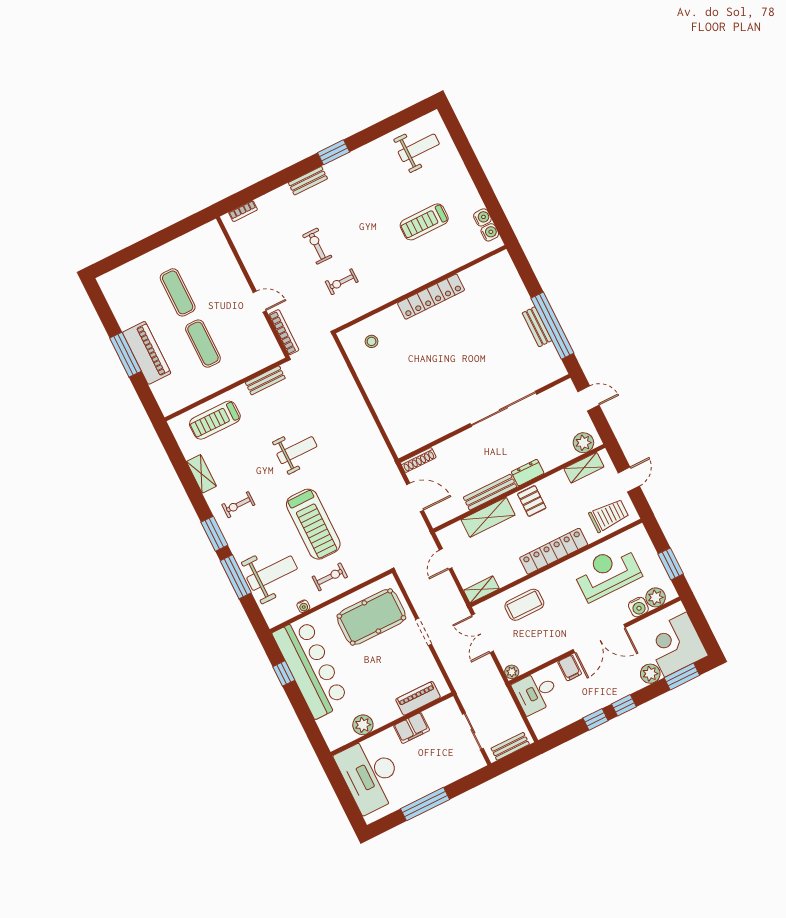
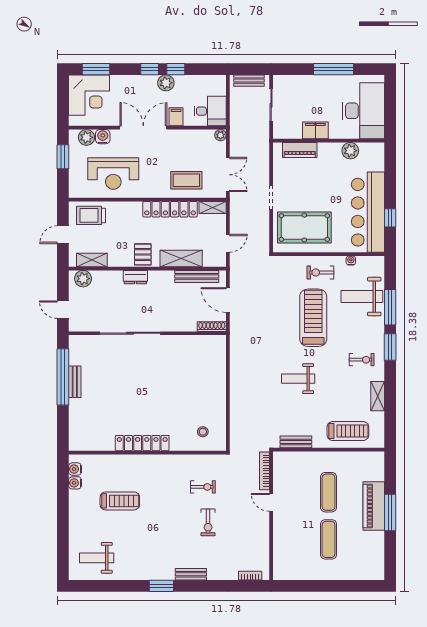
bench: (490, 492) -> (197, 276), moved
locker: (554, 551) -> (170, 209), moved
plant: (650, 674) -> (166, 83), moved

